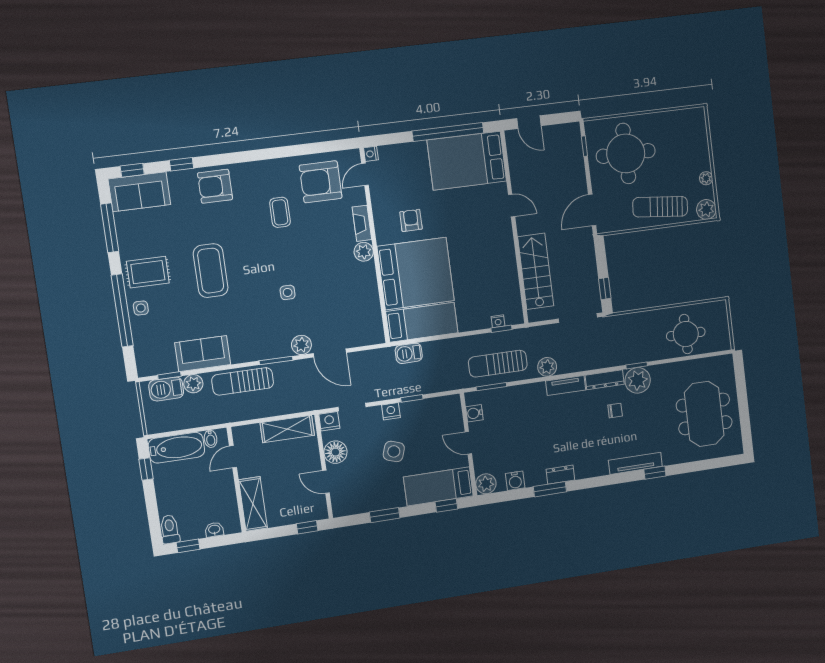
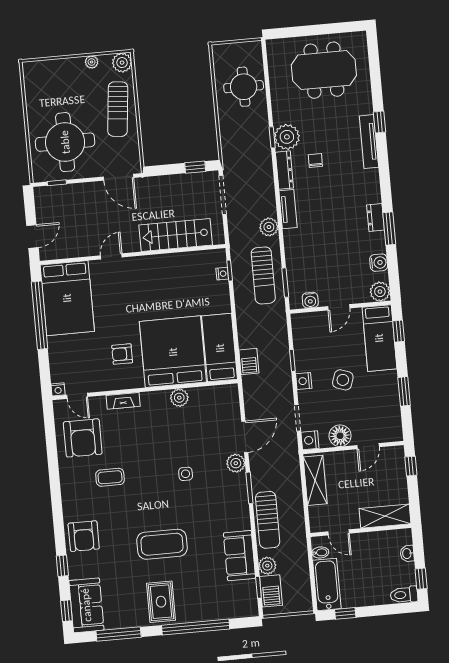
plant: (364, 252) -> (179, 398), moved
side table: (141, 308) -> (194, 610), removed

